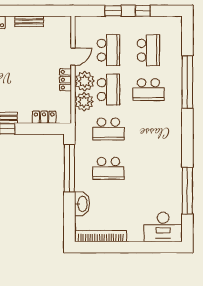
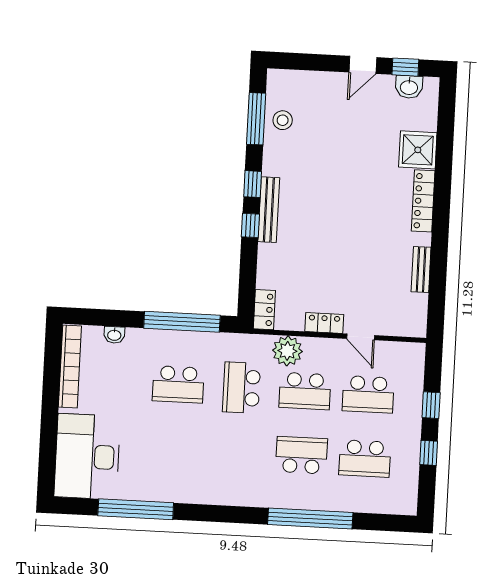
plant: (85, 81) -> (320, 354), removed
school desk: (148, 90) -> (301, 455), turned 90
locker: (44, 117) -> (264, 310), moved
school desk: (108, 168) -> (178, 384), turned -90
washbasin: (82, 204) -> (114, 335), width x0.52, depth x0.69
desk: (163, 227) -> (87, 457), width x1.36, depth x1.30

